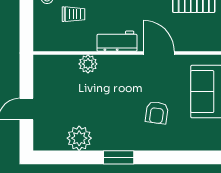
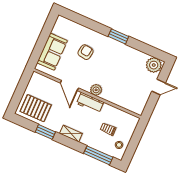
plant: (88, 64) -> (96, 90), moved
plant: (79, 138) -> (154, 65), moved

